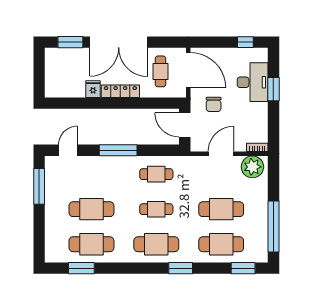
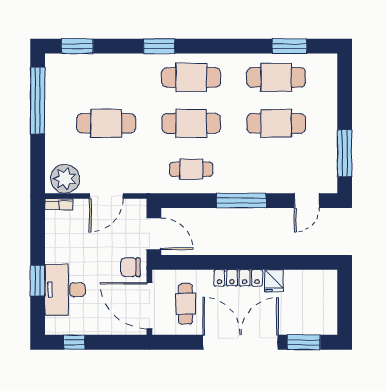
chair: (214, 104) -> (131, 267), moved, turned -90
cafe table: (156, 209) -> (191, 123), width x1.37, depth x1.35
cafe table: (221, 244) -> (106, 77), removed

